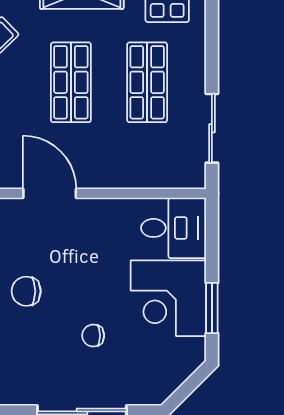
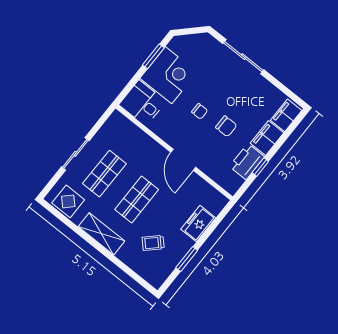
sliding door: (212, 128) -> (75, 154), moved
chair: (93, 336) -> (200, 111), moved

